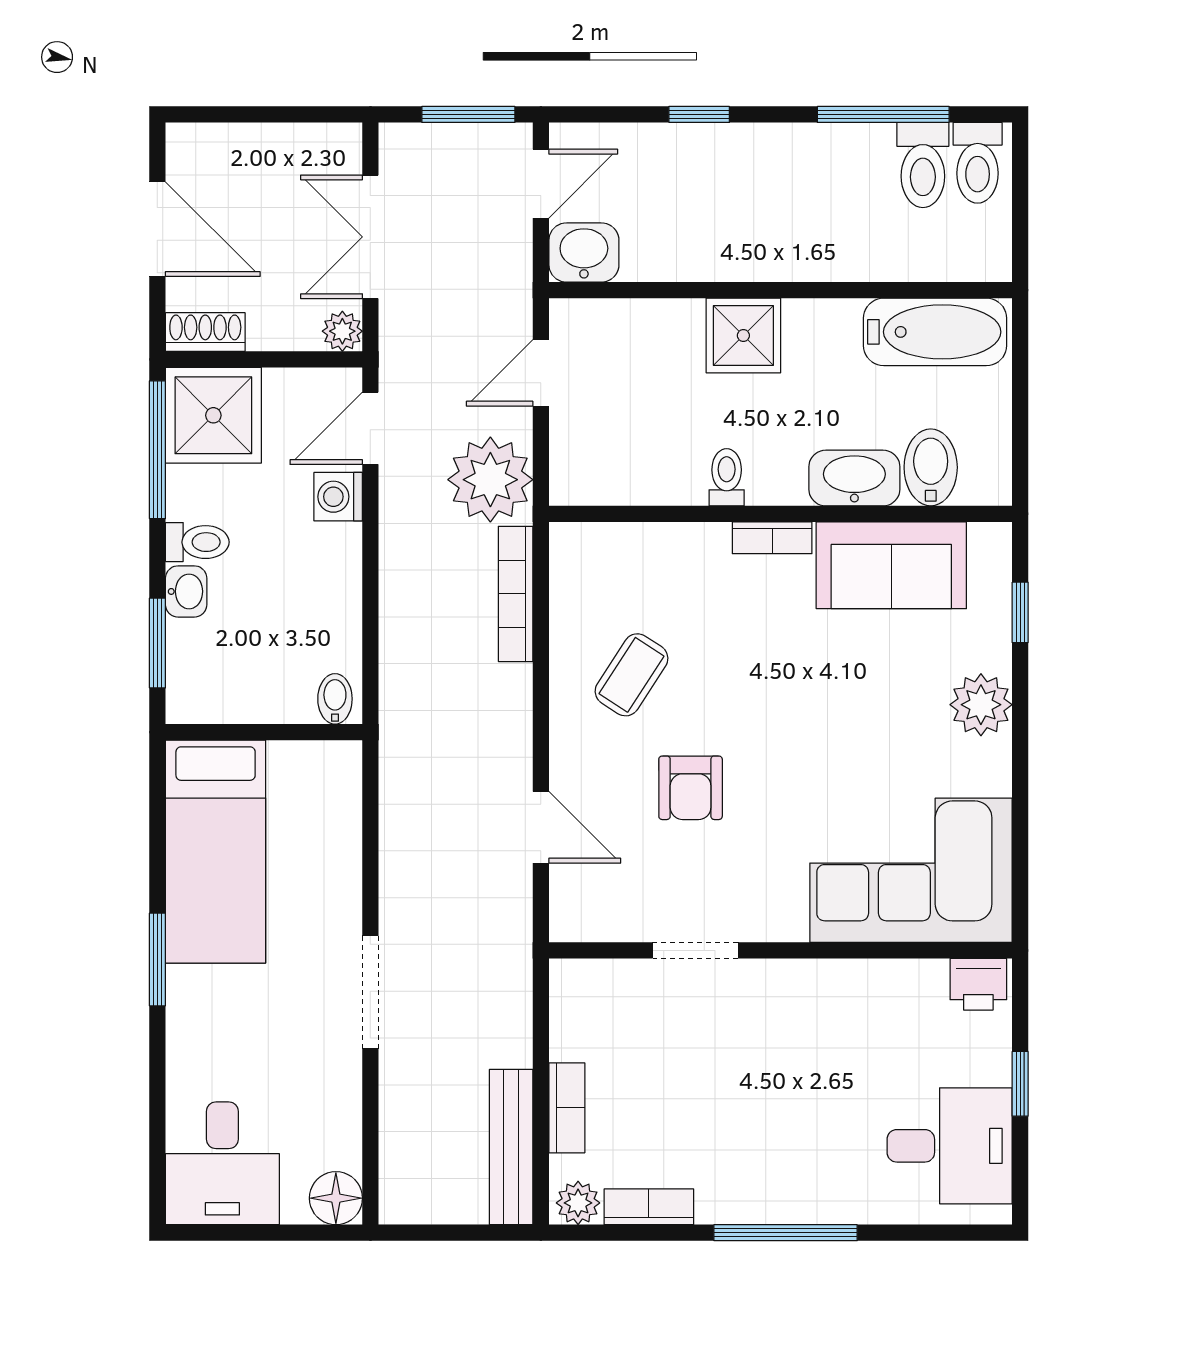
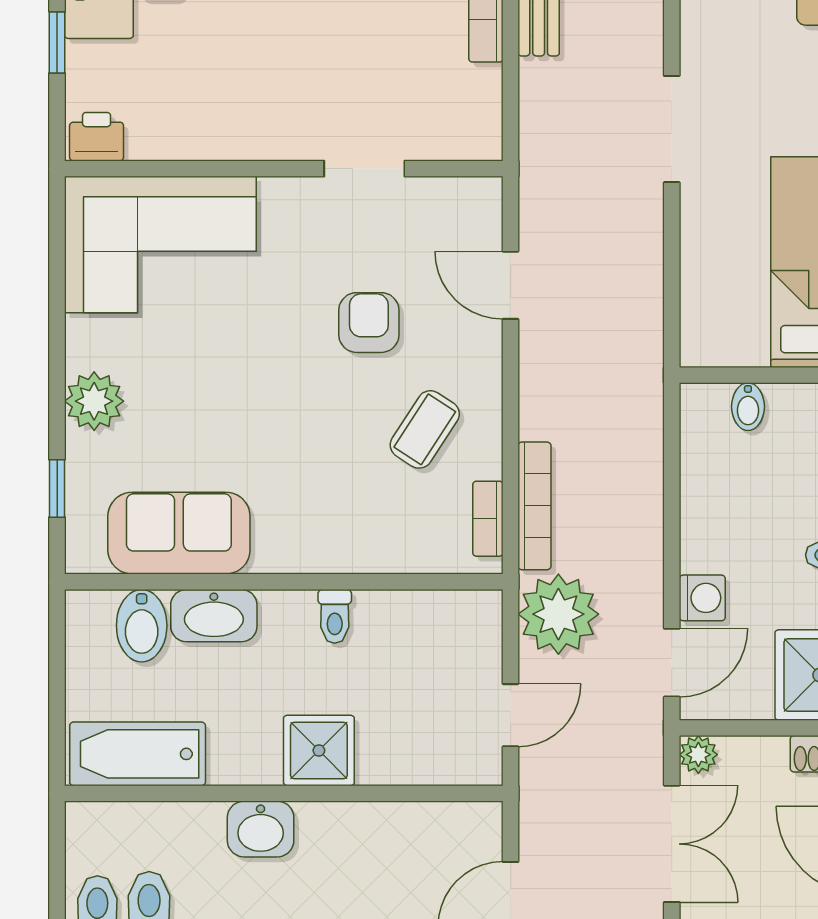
washbasin: (584, 252) -> (261, 829), moved
bookcase: (772, 538) -> (488, 519), moved, turned -90
bidet: (335, 699) -> (748, 407), moved

